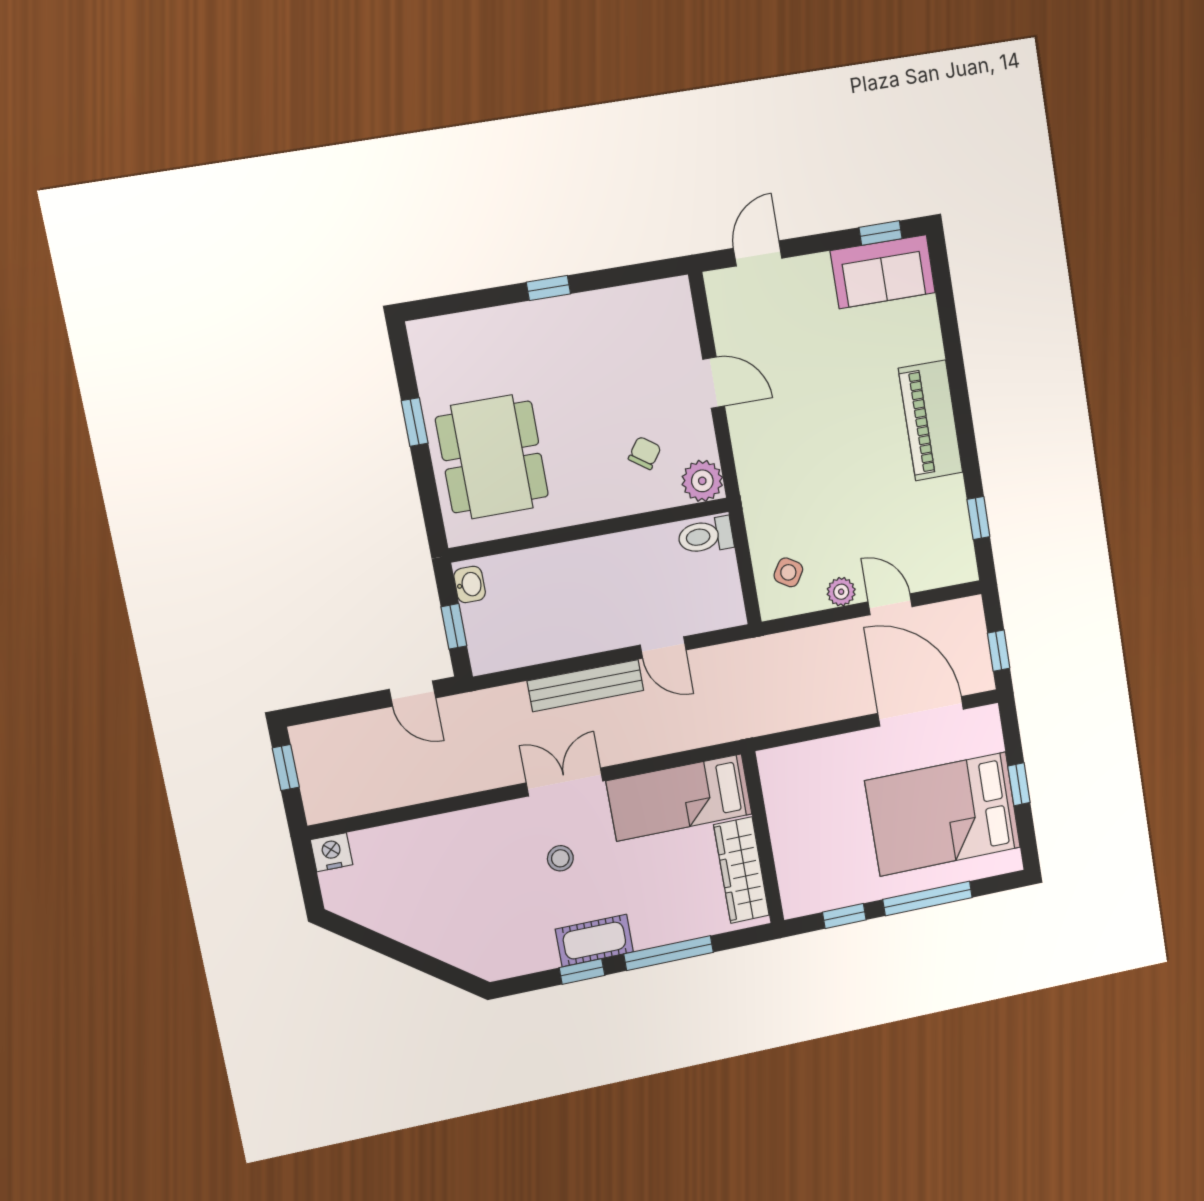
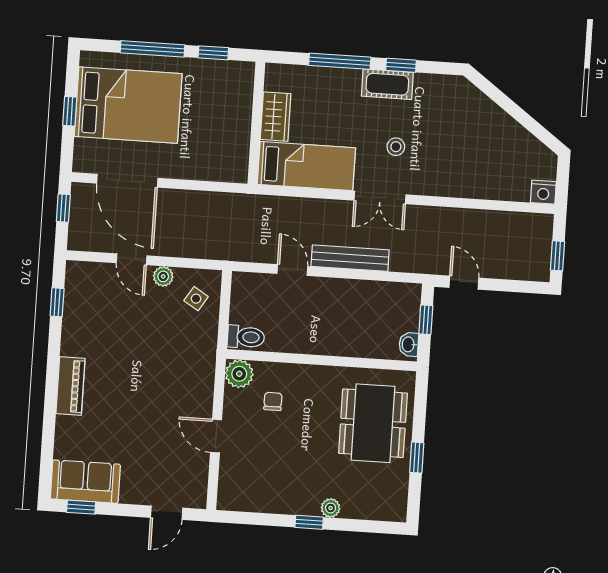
plant: (522, 317) -> (331, 508), added
piano: (931, 421) -> (70, 386), width x0.73, depth x0.75
chair: (645, 453) -> (273, 401), turned 145
wardrobe: (741, 870) -> (276, 117), width x0.67

